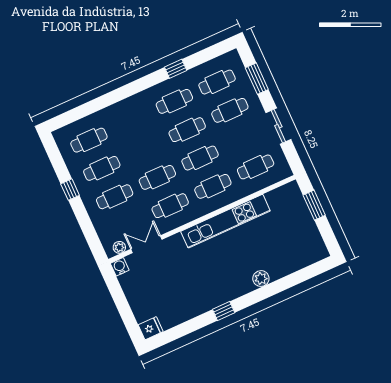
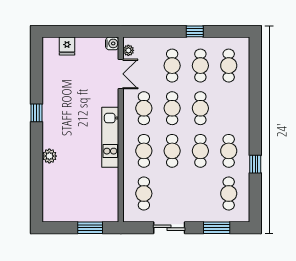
cafe table: (230, 110) -> (200, 108), moved
kitchen unit: (225, 221) -> (110, 137), width x0.73
fridge: (151, 328) -> (67, 46), moved

